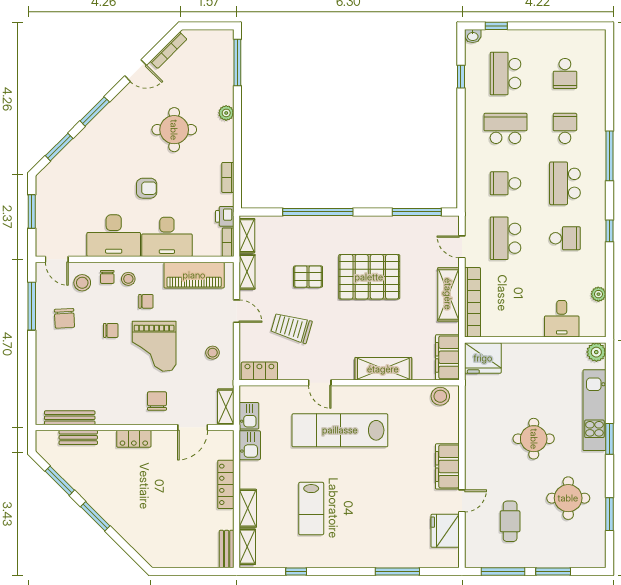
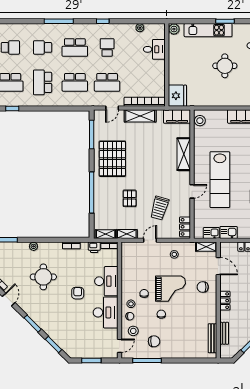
school desk: (505, 183) -> (75, 82), width x1.85
piano: (194, 275) -> (129, 265), removed
pallet: (369, 277) -> (112, 159), moved

